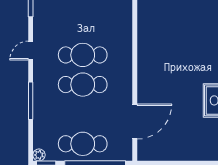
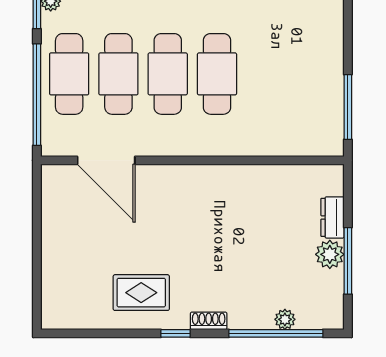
cafe table: (83, 114) -> (118, 74), added

